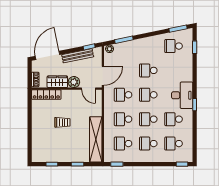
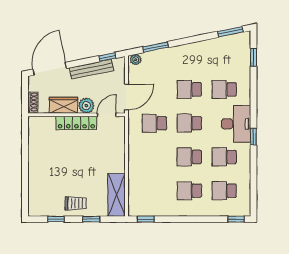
school desk: (174, 46) -> (224, 89), moved
door: (89, 89) -> (107, 115), swing flipped
locker: (46, 95) -> (76, 123), moved
school desk: (123, 119) -> (154, 157), removed
trolley: (62, 122) -> (76, 203), moved
shelving: (96, 139) -> (117, 195), width x0.68
school desk: (123, 144) -> (154, 191), removed

